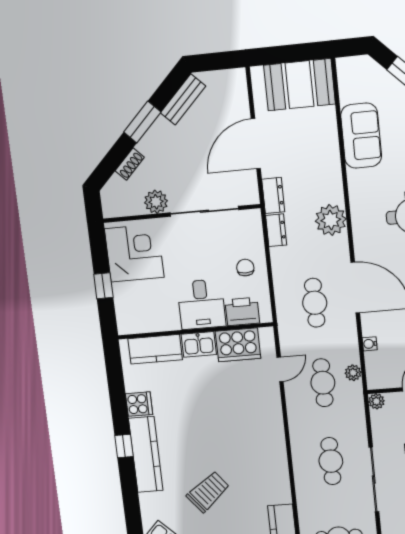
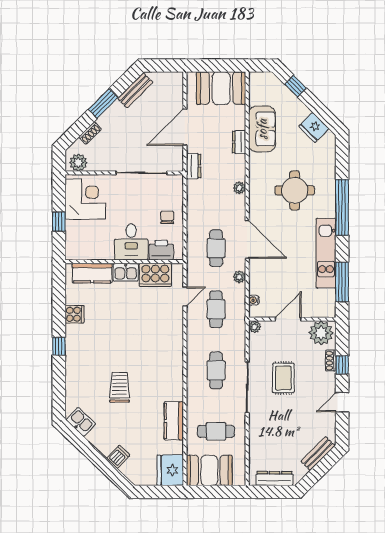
plant: (156, 202) -> (78, 163), moved
plant: (331, 220) -> (239, 188), width x0.53, depth x0.53
dresser: (276, 230) -> (239, 142), moved, turned 180
water cooler: (370, 344) -> (254, 300), moved
plant: (353, 373) -> (239, 277), moved
kitchen counter: (146, 454) -> (75, 354), removed
trolley: (208, 492) -> (120, 387), turned -51

